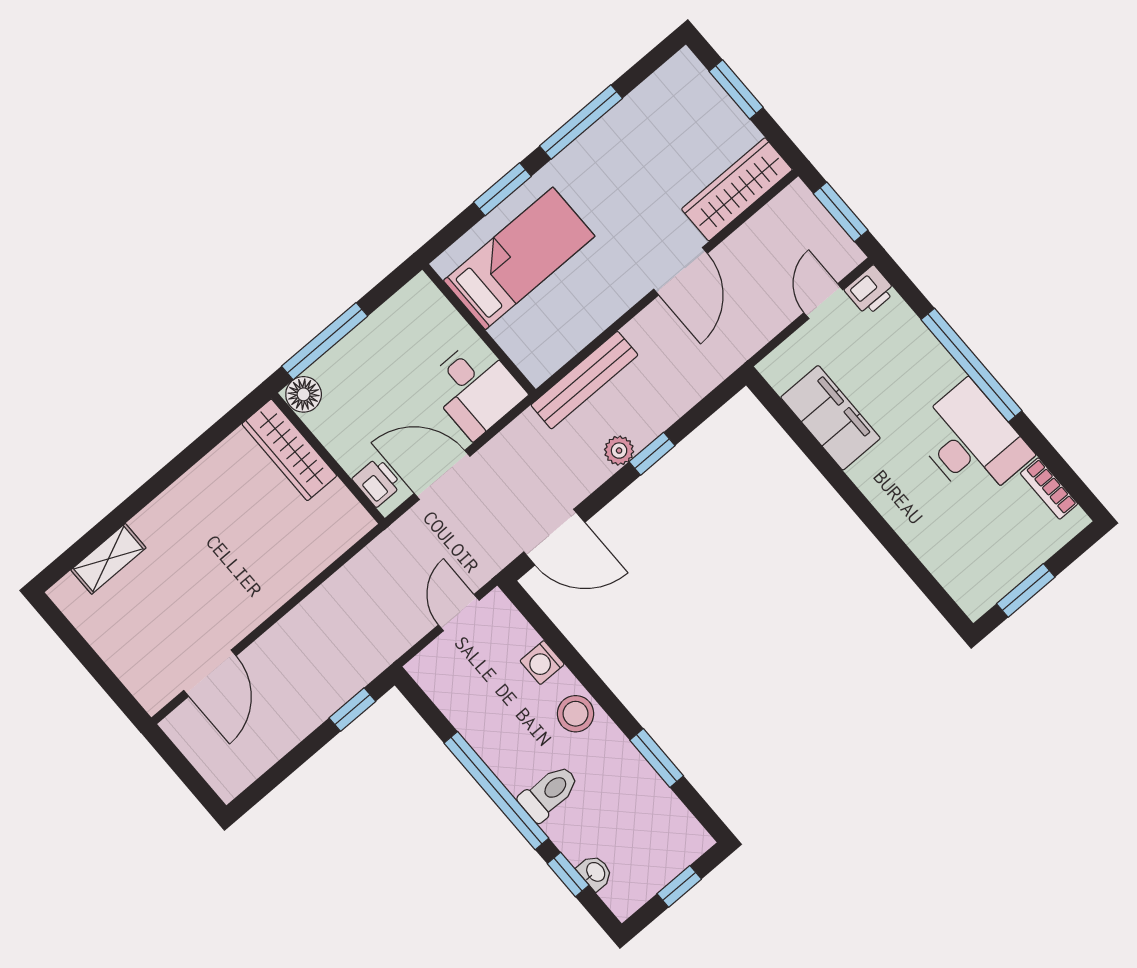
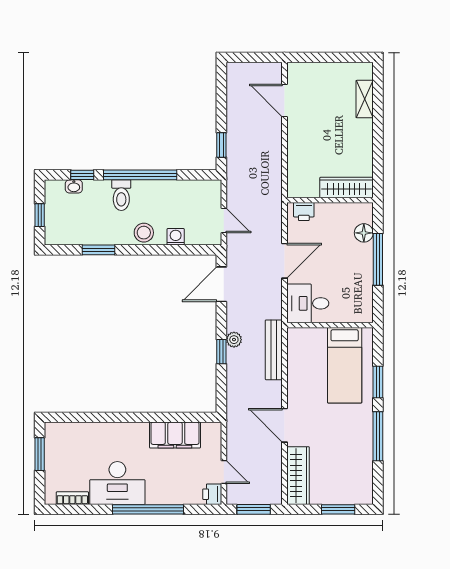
wardrobe: (289, 450) -> (347, 187), moved
wall: (328, 458) -> (330, 200), moved
printer: (377, 482) -> (304, 212), moved

